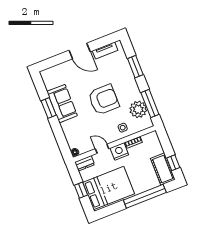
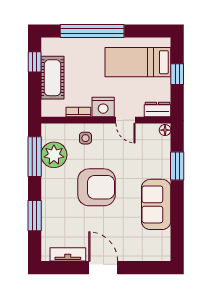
armchair: (104, 100) -> (97, 187), turned 180
window: (49, 108) -> (177, 166), moved
cot: (163, 169) -> (53, 78), moved
bed: (109, 188) -> (138, 62), width x0.67

